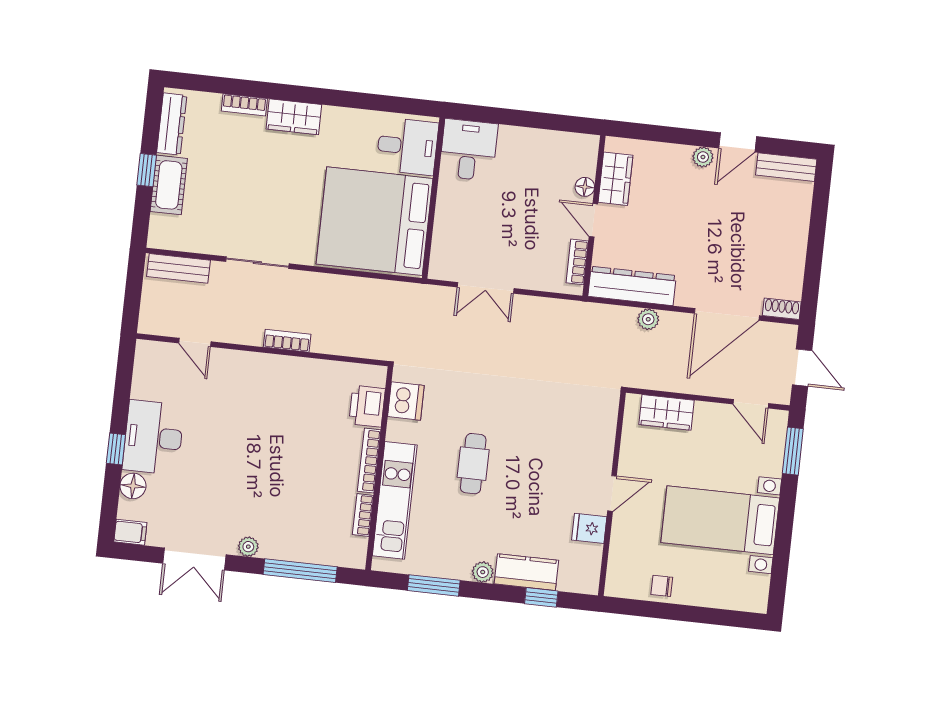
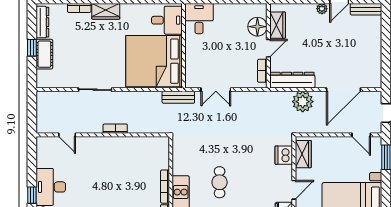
floor lamp: (585, 187) -> (257, 27), width x1.89, depth x1.89
door: (593, 220) -> (268, 48), swing flipped
bench: (179, 268) -> (178, 97), moved
shoe rack: (782, 309) -> (372, 83), removed
plant: (648, 319) -> (303, 102), width x1.88, depth x1.88
dishwasher: (406, 401) -> (284, 155), moved, turned 180
printer: (367, 406) -> (161, 158), removed
wardrobe: (667, 412) -> (303, 154), moved, turned -90

